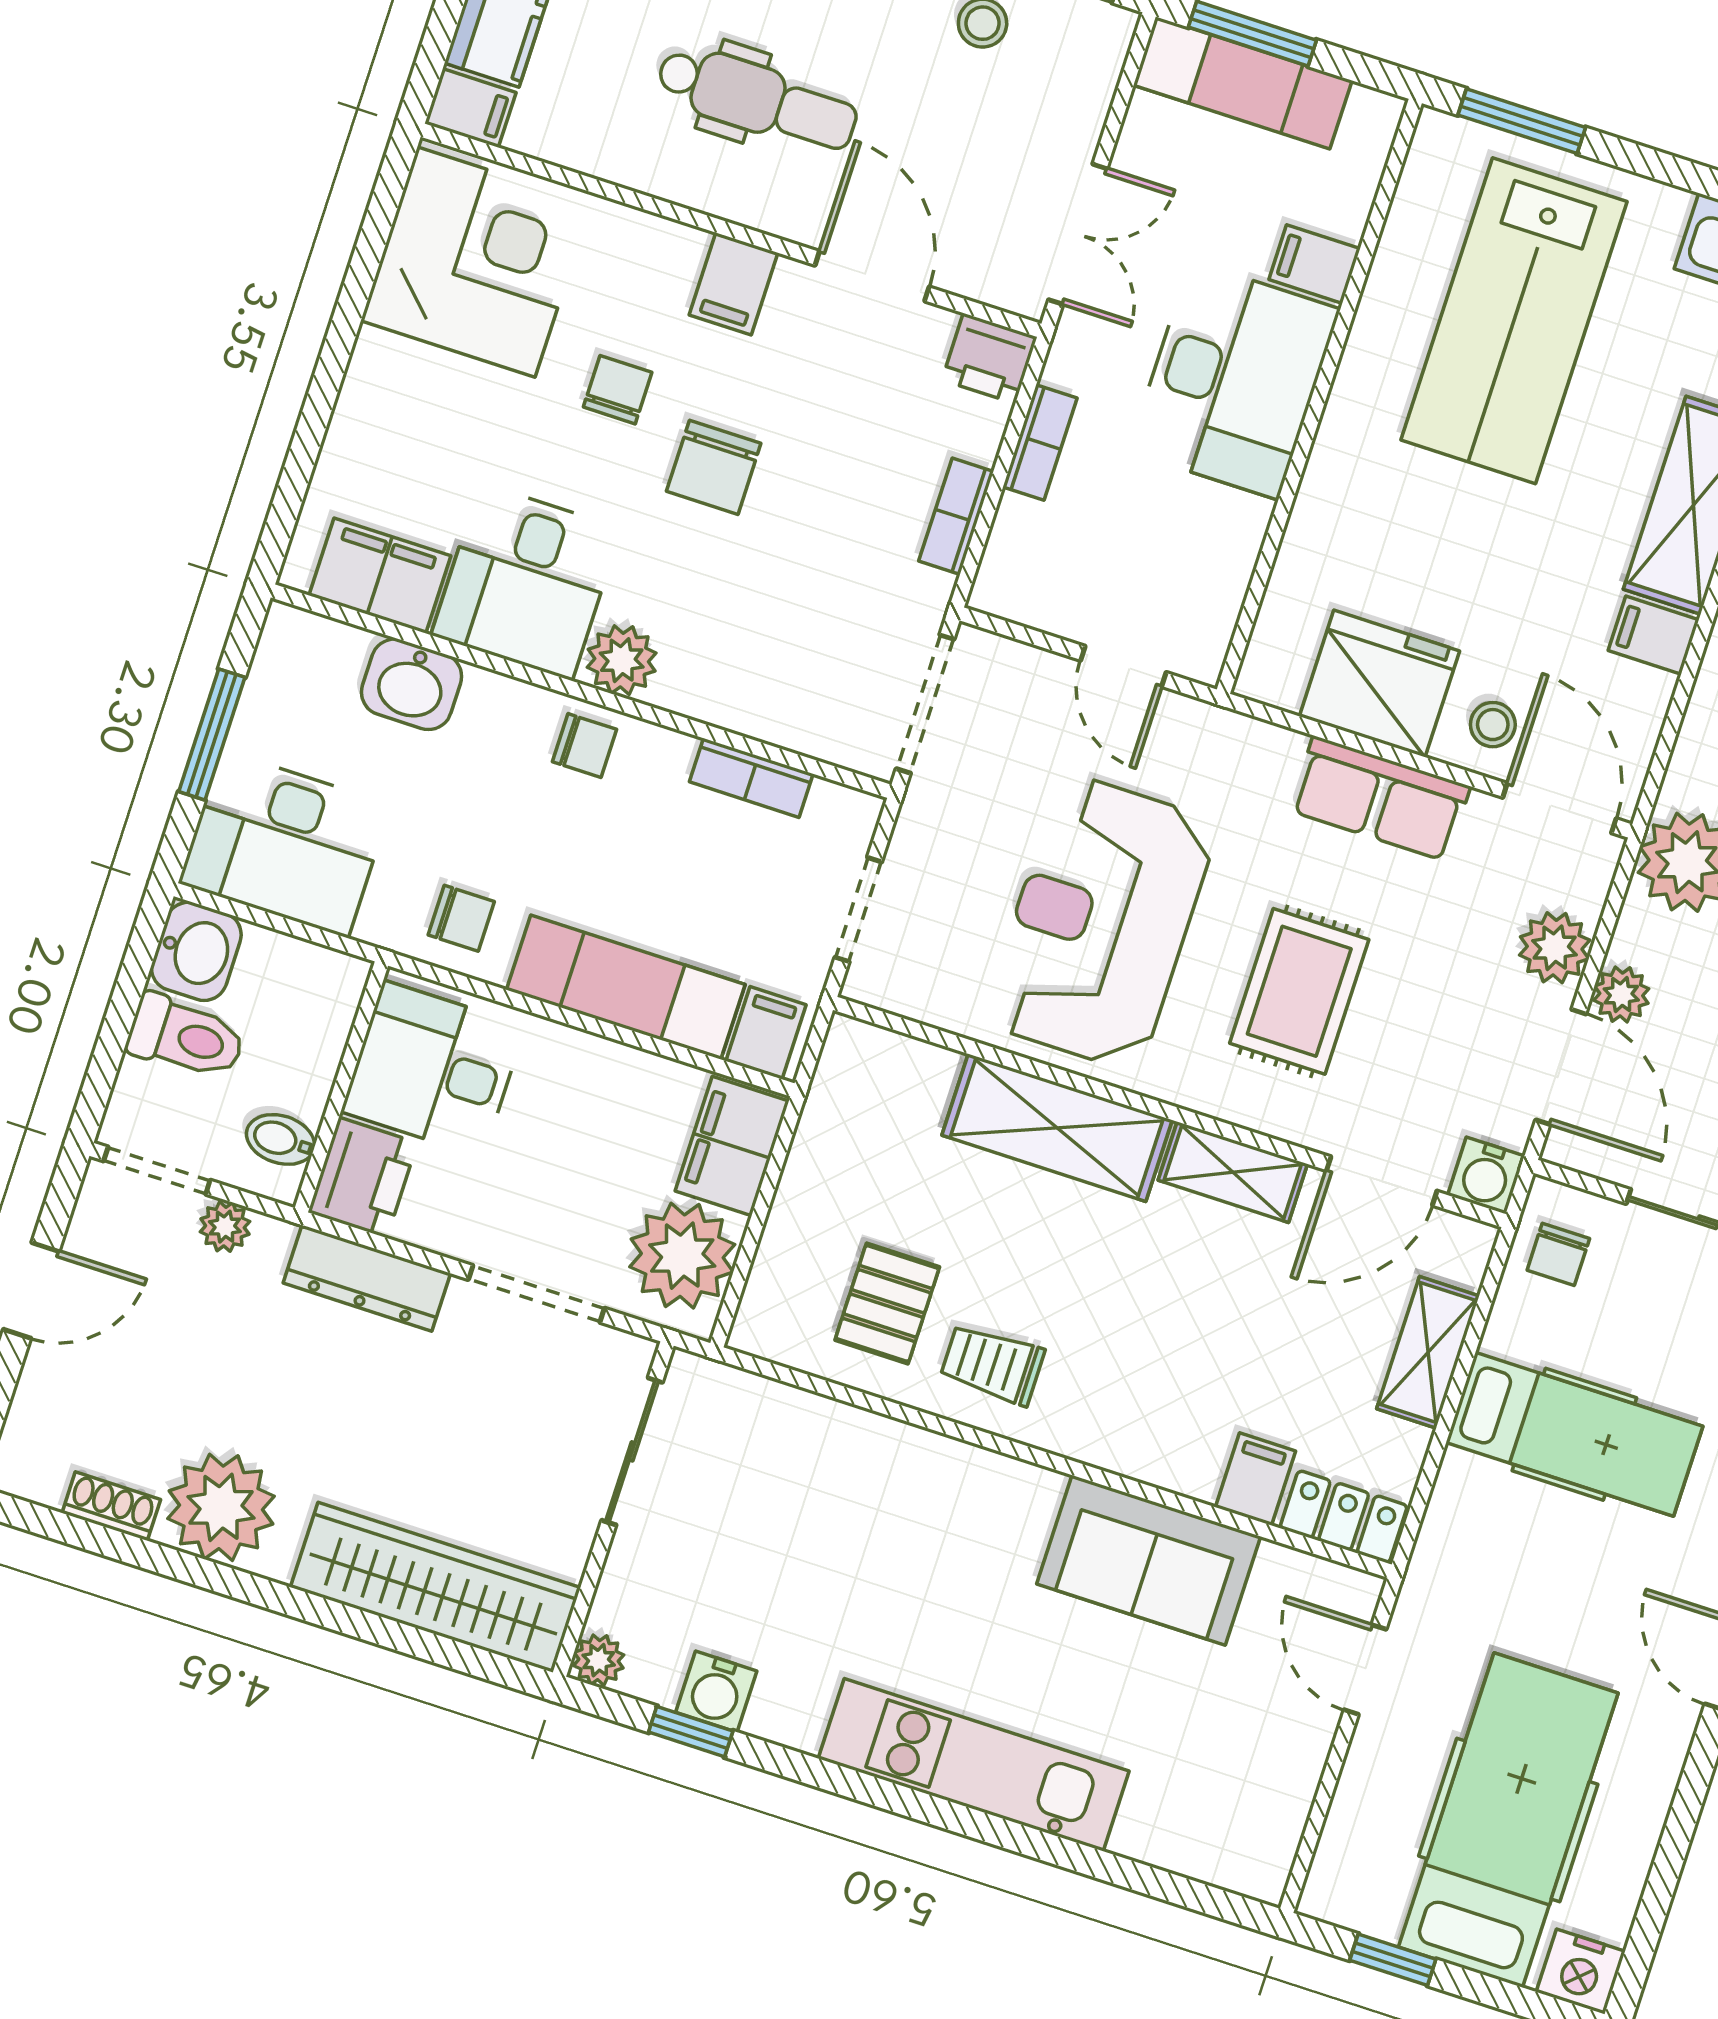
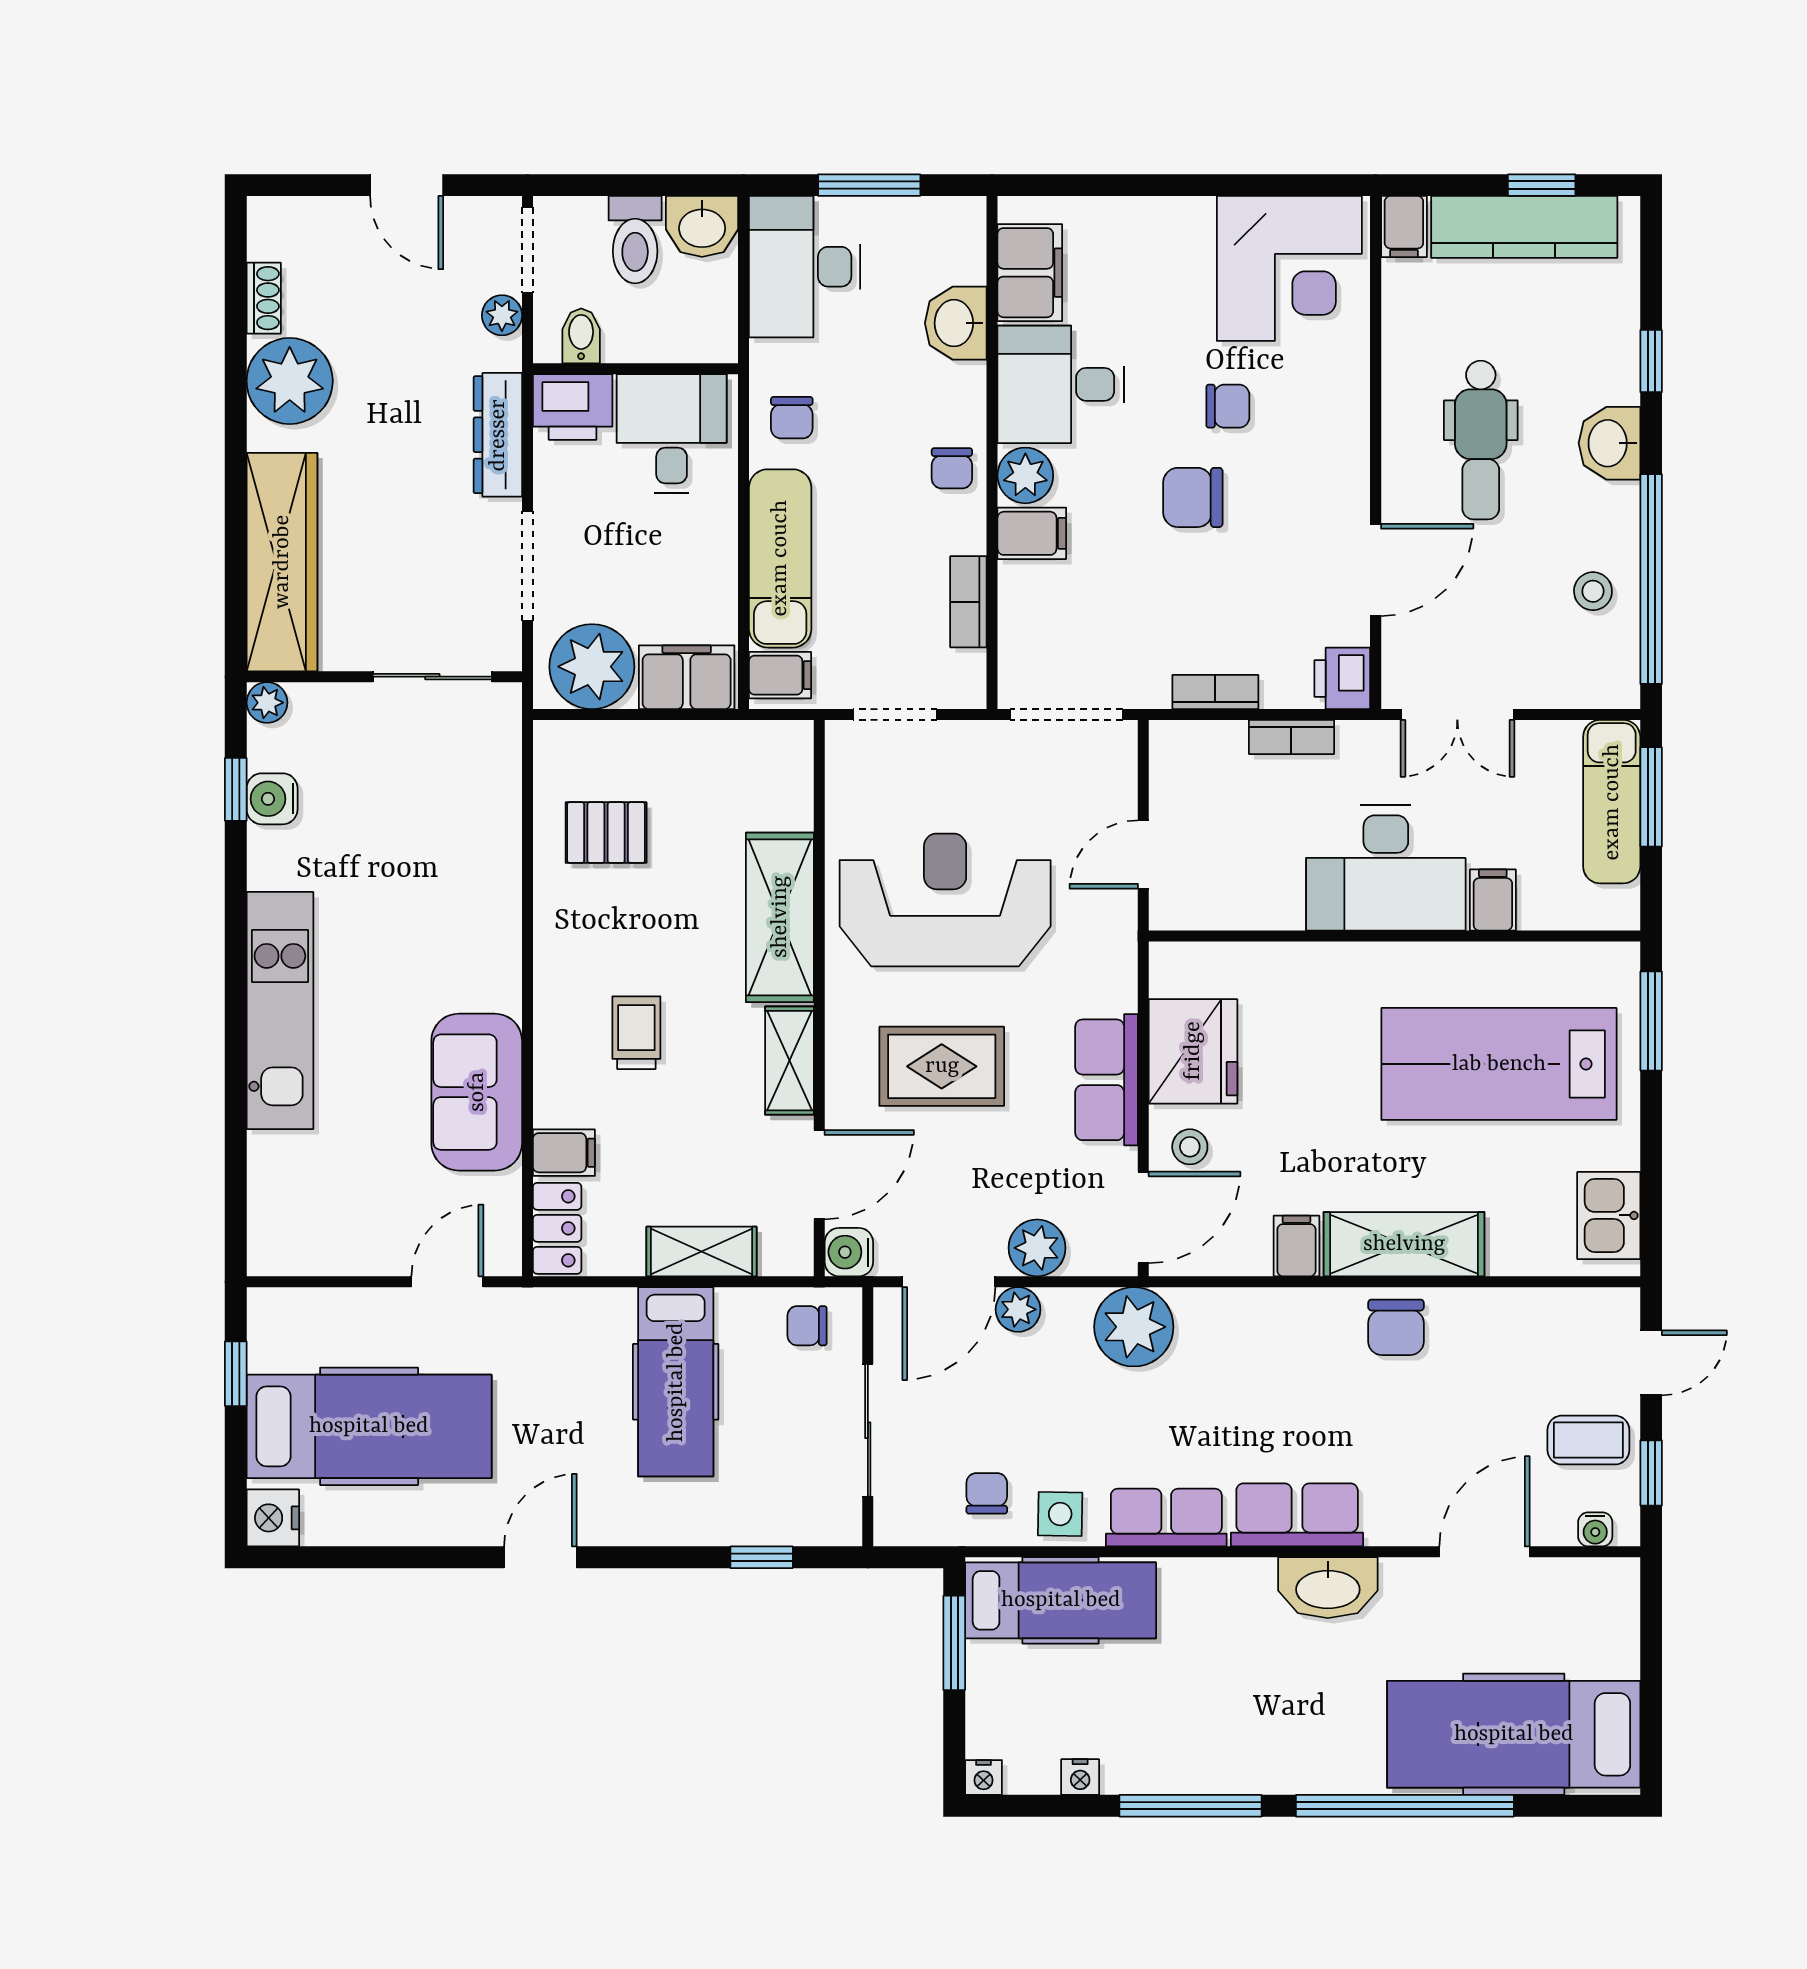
filing cabinet: (734, 284) -> (1032, 533), moved, turned 180
door: (1382, 1181) -> (819, 1175), swing flipped
trolley: (992, 1364) -> (636, 1033), moved

